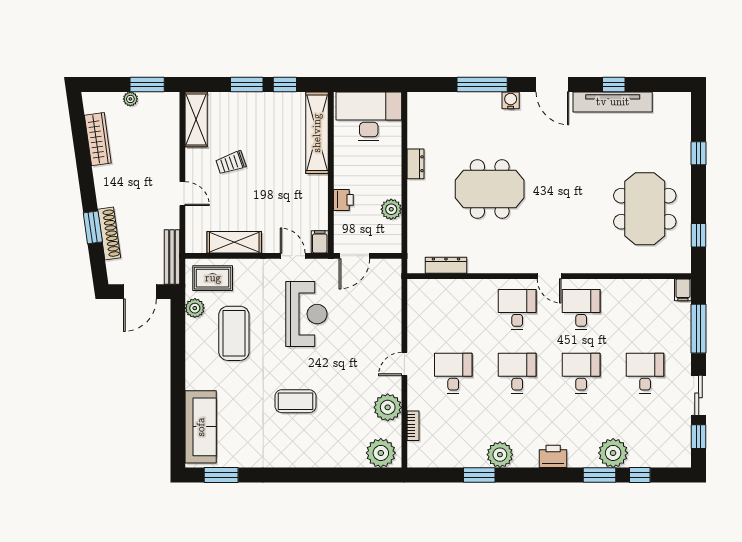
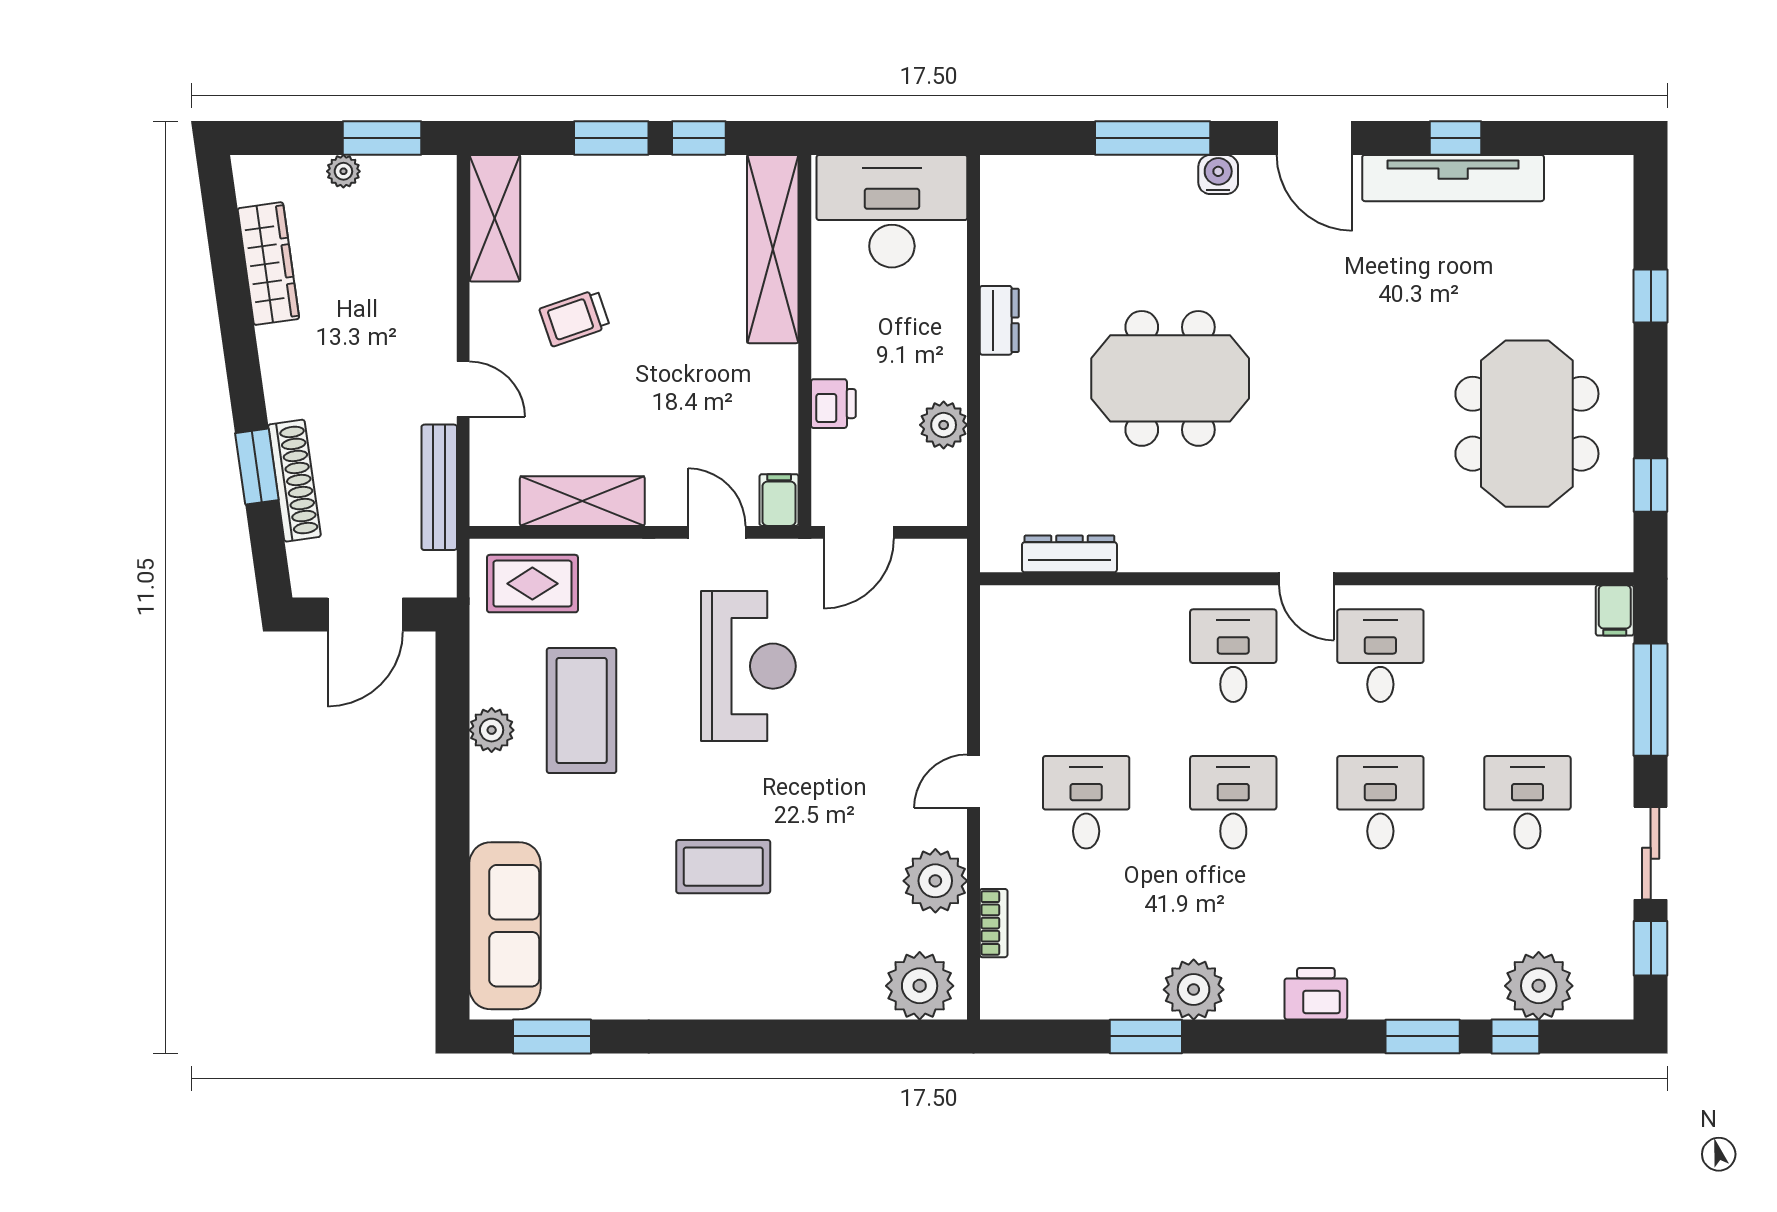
bench: (172, 257) -> (439, 487), moved
plant: (195, 308) -> (492, 730), moved
plant: (613, 453) -> (1539, 986), moved

